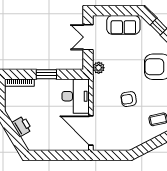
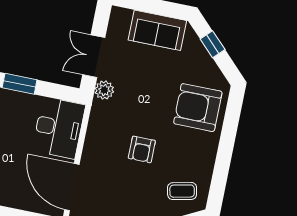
double door: (88, 37) -> (94, 56), moved
armchair: (129, 99) -> (142, 149), turned -81

